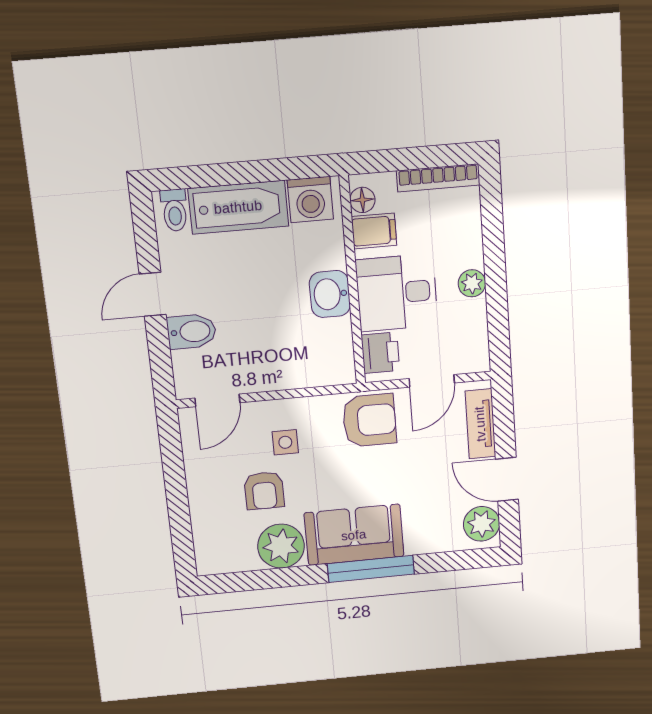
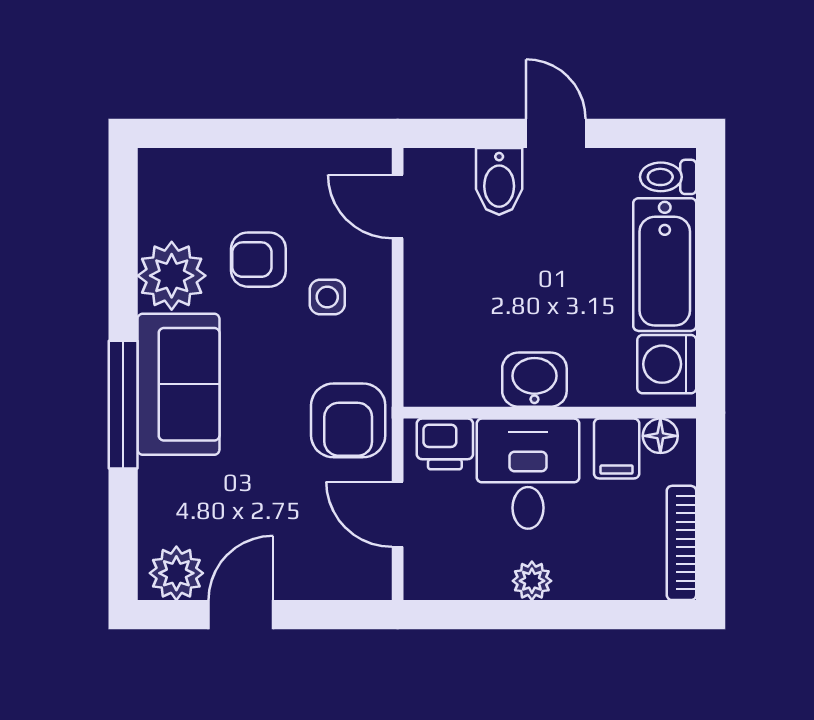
tv unit: (480, 424) -> (328, 581), removed

